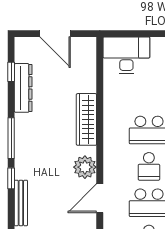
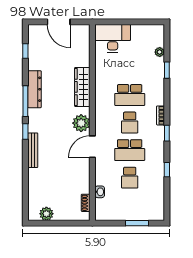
dresser: (23, 88) -> (34, 89), moved

